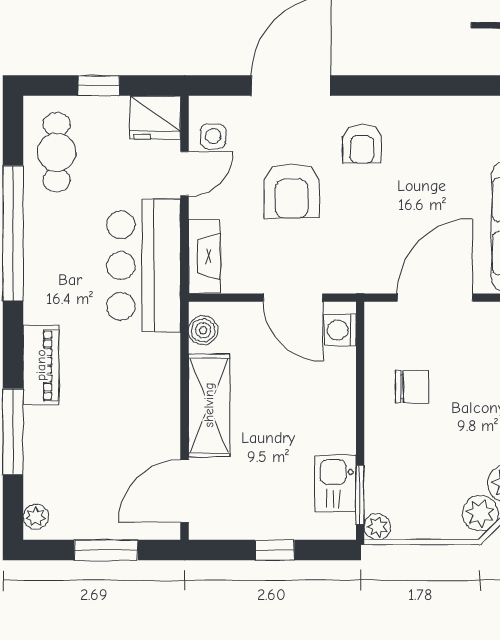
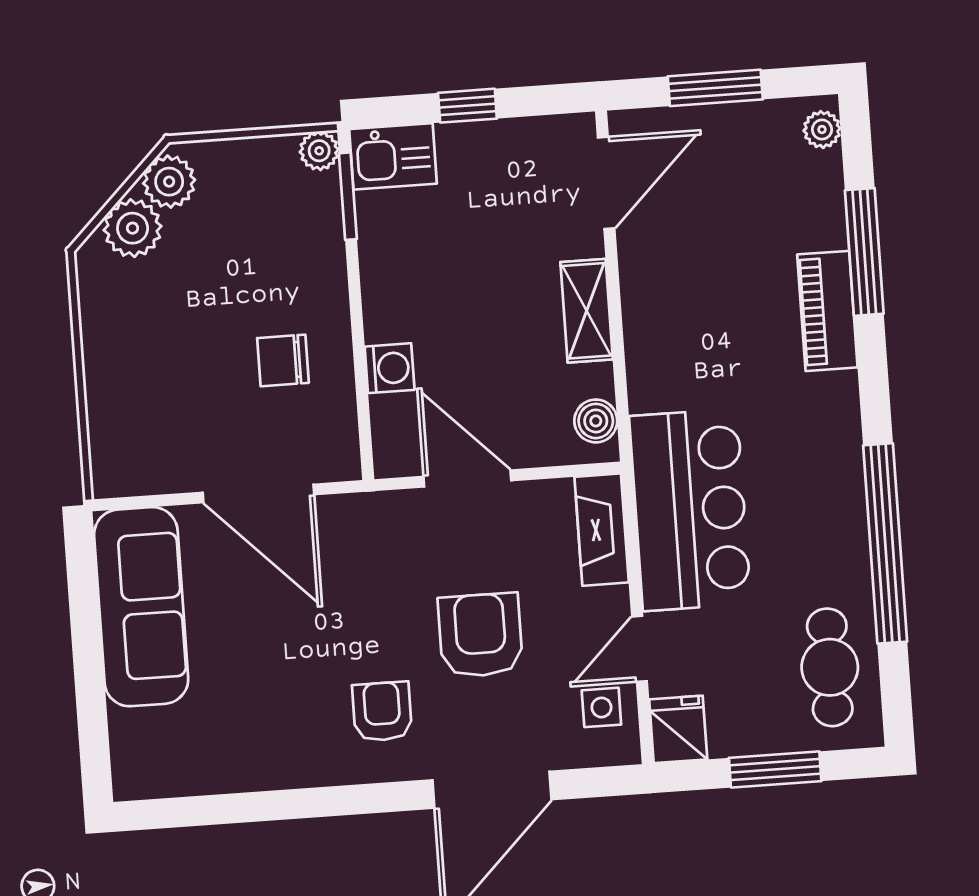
window: (99, 86) -> (775, 769), width x1.50
fridge: (155, 117) -> (678, 729), width x0.72
door: (435, 298) -> (258, 493), hinge flipped
washing machine: (340, 330) -> (390, 368), moved
piano: (41, 365) -> (827, 311), moved
shelving: (209, 405) -> (587, 311), width x0.67, depth x0.75
kitchen sink: (335, 483) -> (393, 156), moved, turned 90

